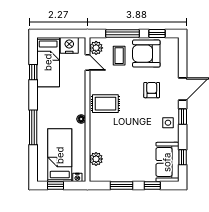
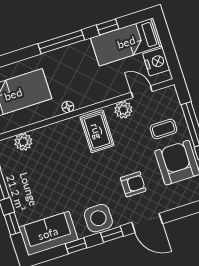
plant: (96, 48) -> (123, 110), moved
door: (87, 63) -> (142, 92), swing flipped
side table: (168, 123) -> (98, 218), width x1.87, depth x1.87
window: (33, 127) -> (61, 42), moved
window: (183, 157) -> (76, 246), moved

